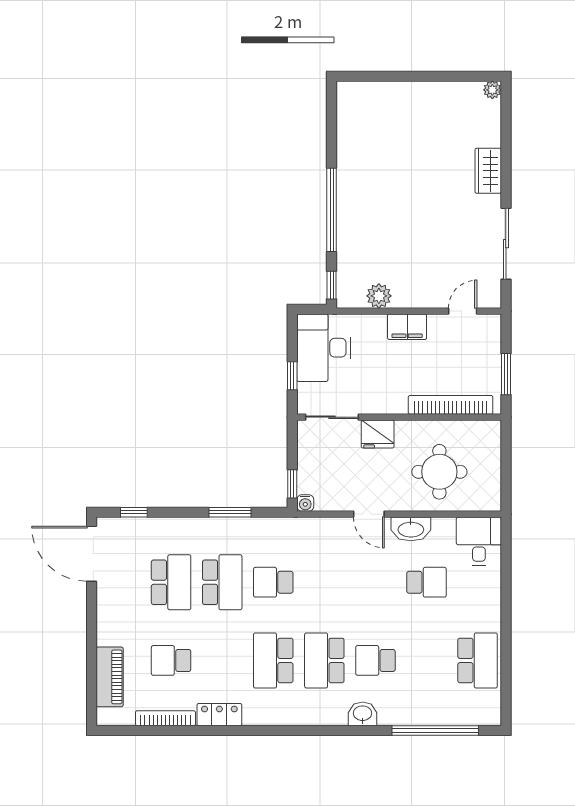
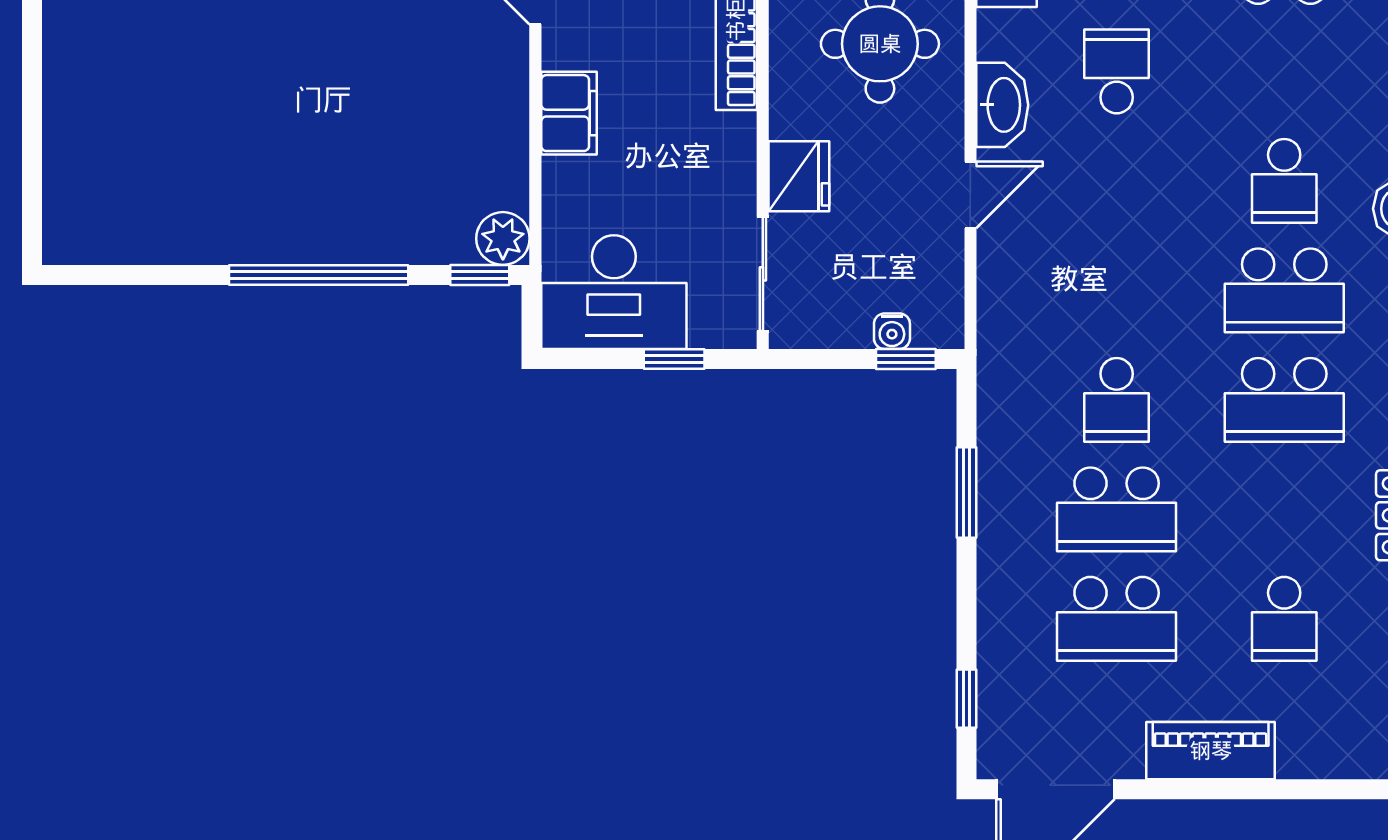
plant: (379, 296) -> (503, 238), moved
water cooler: (305, 503) -> (892, 331), moved, turned 90
school desk: (171, 582) -> (1117, 619), turned 180
school desk: (222, 582) -> (1117, 509), turned 180
piano: (110, 677) -> (1211, 751), moved

